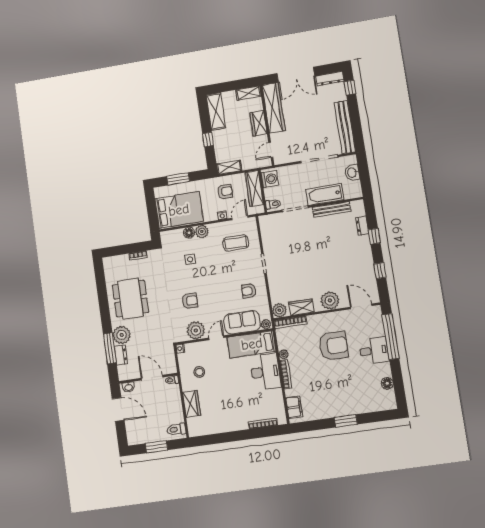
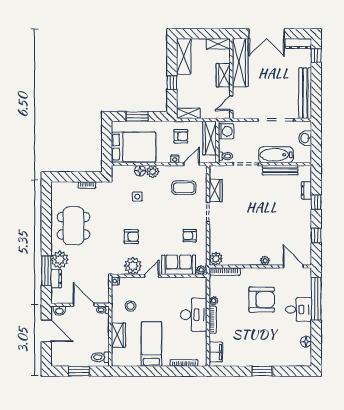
plant: (330, 301) -> (265, 261), width x0.53, depth x0.53
wardrobe: (301, 307) -> (216, 191), moved, turned 90
bed: (252, 344) -> (151, 344), moved, turned 90

